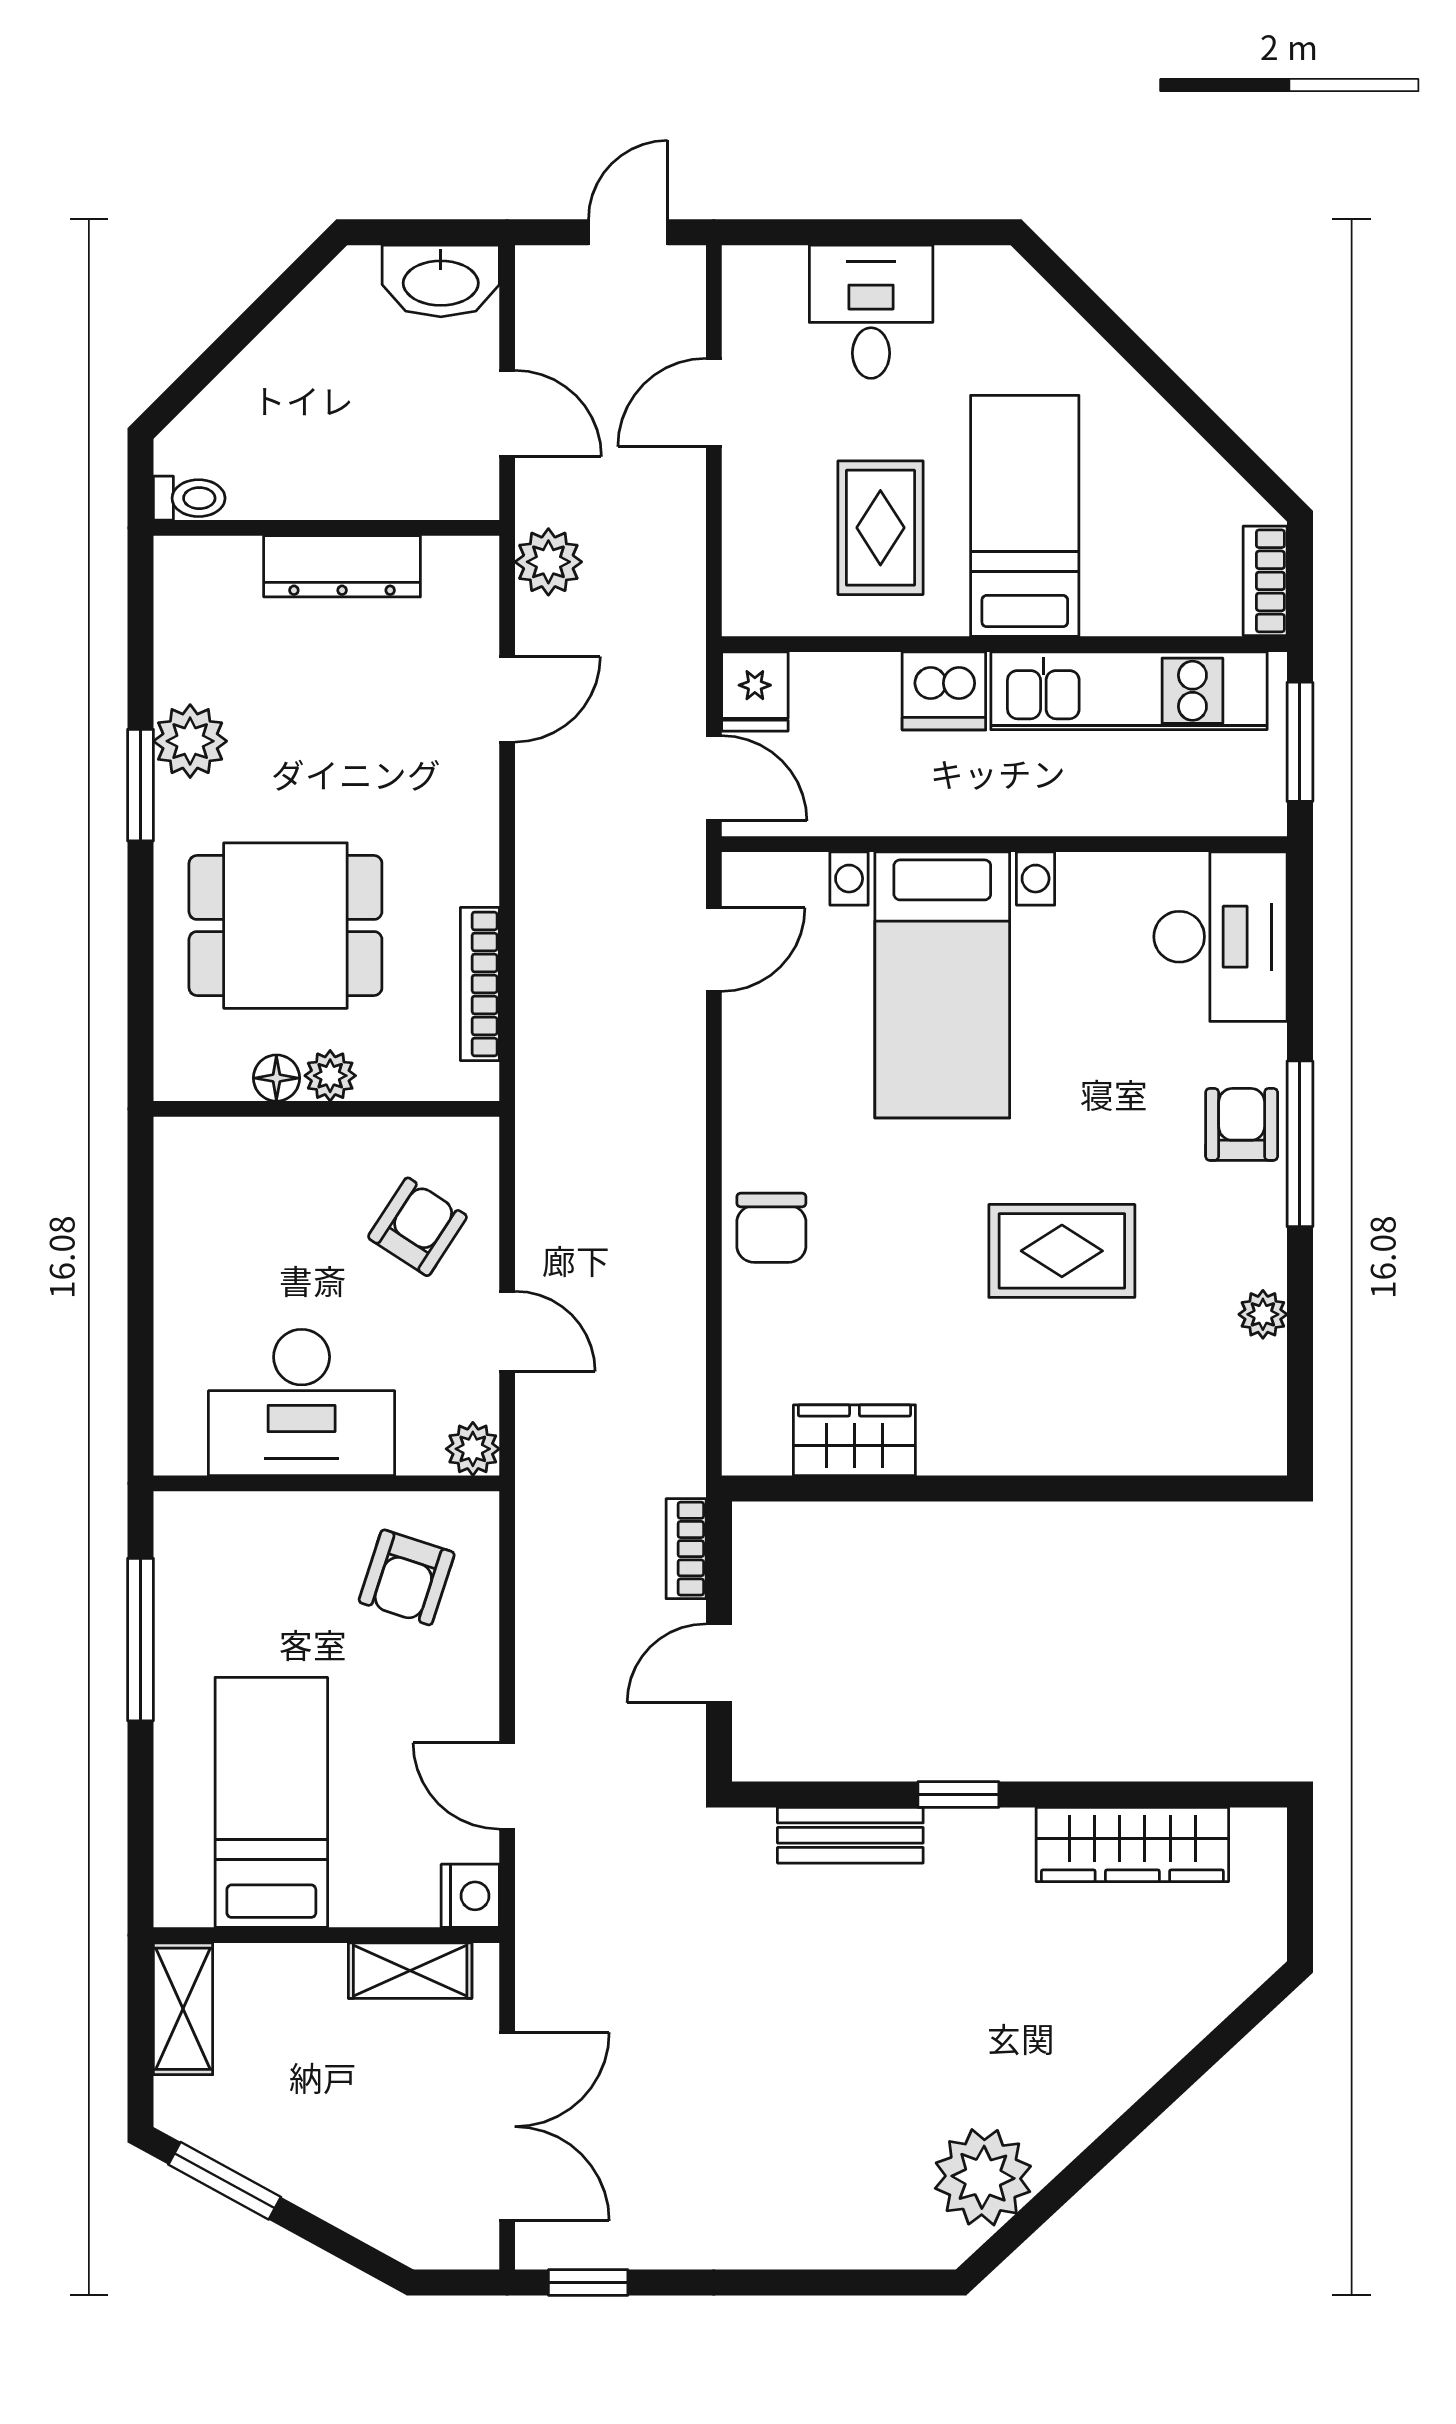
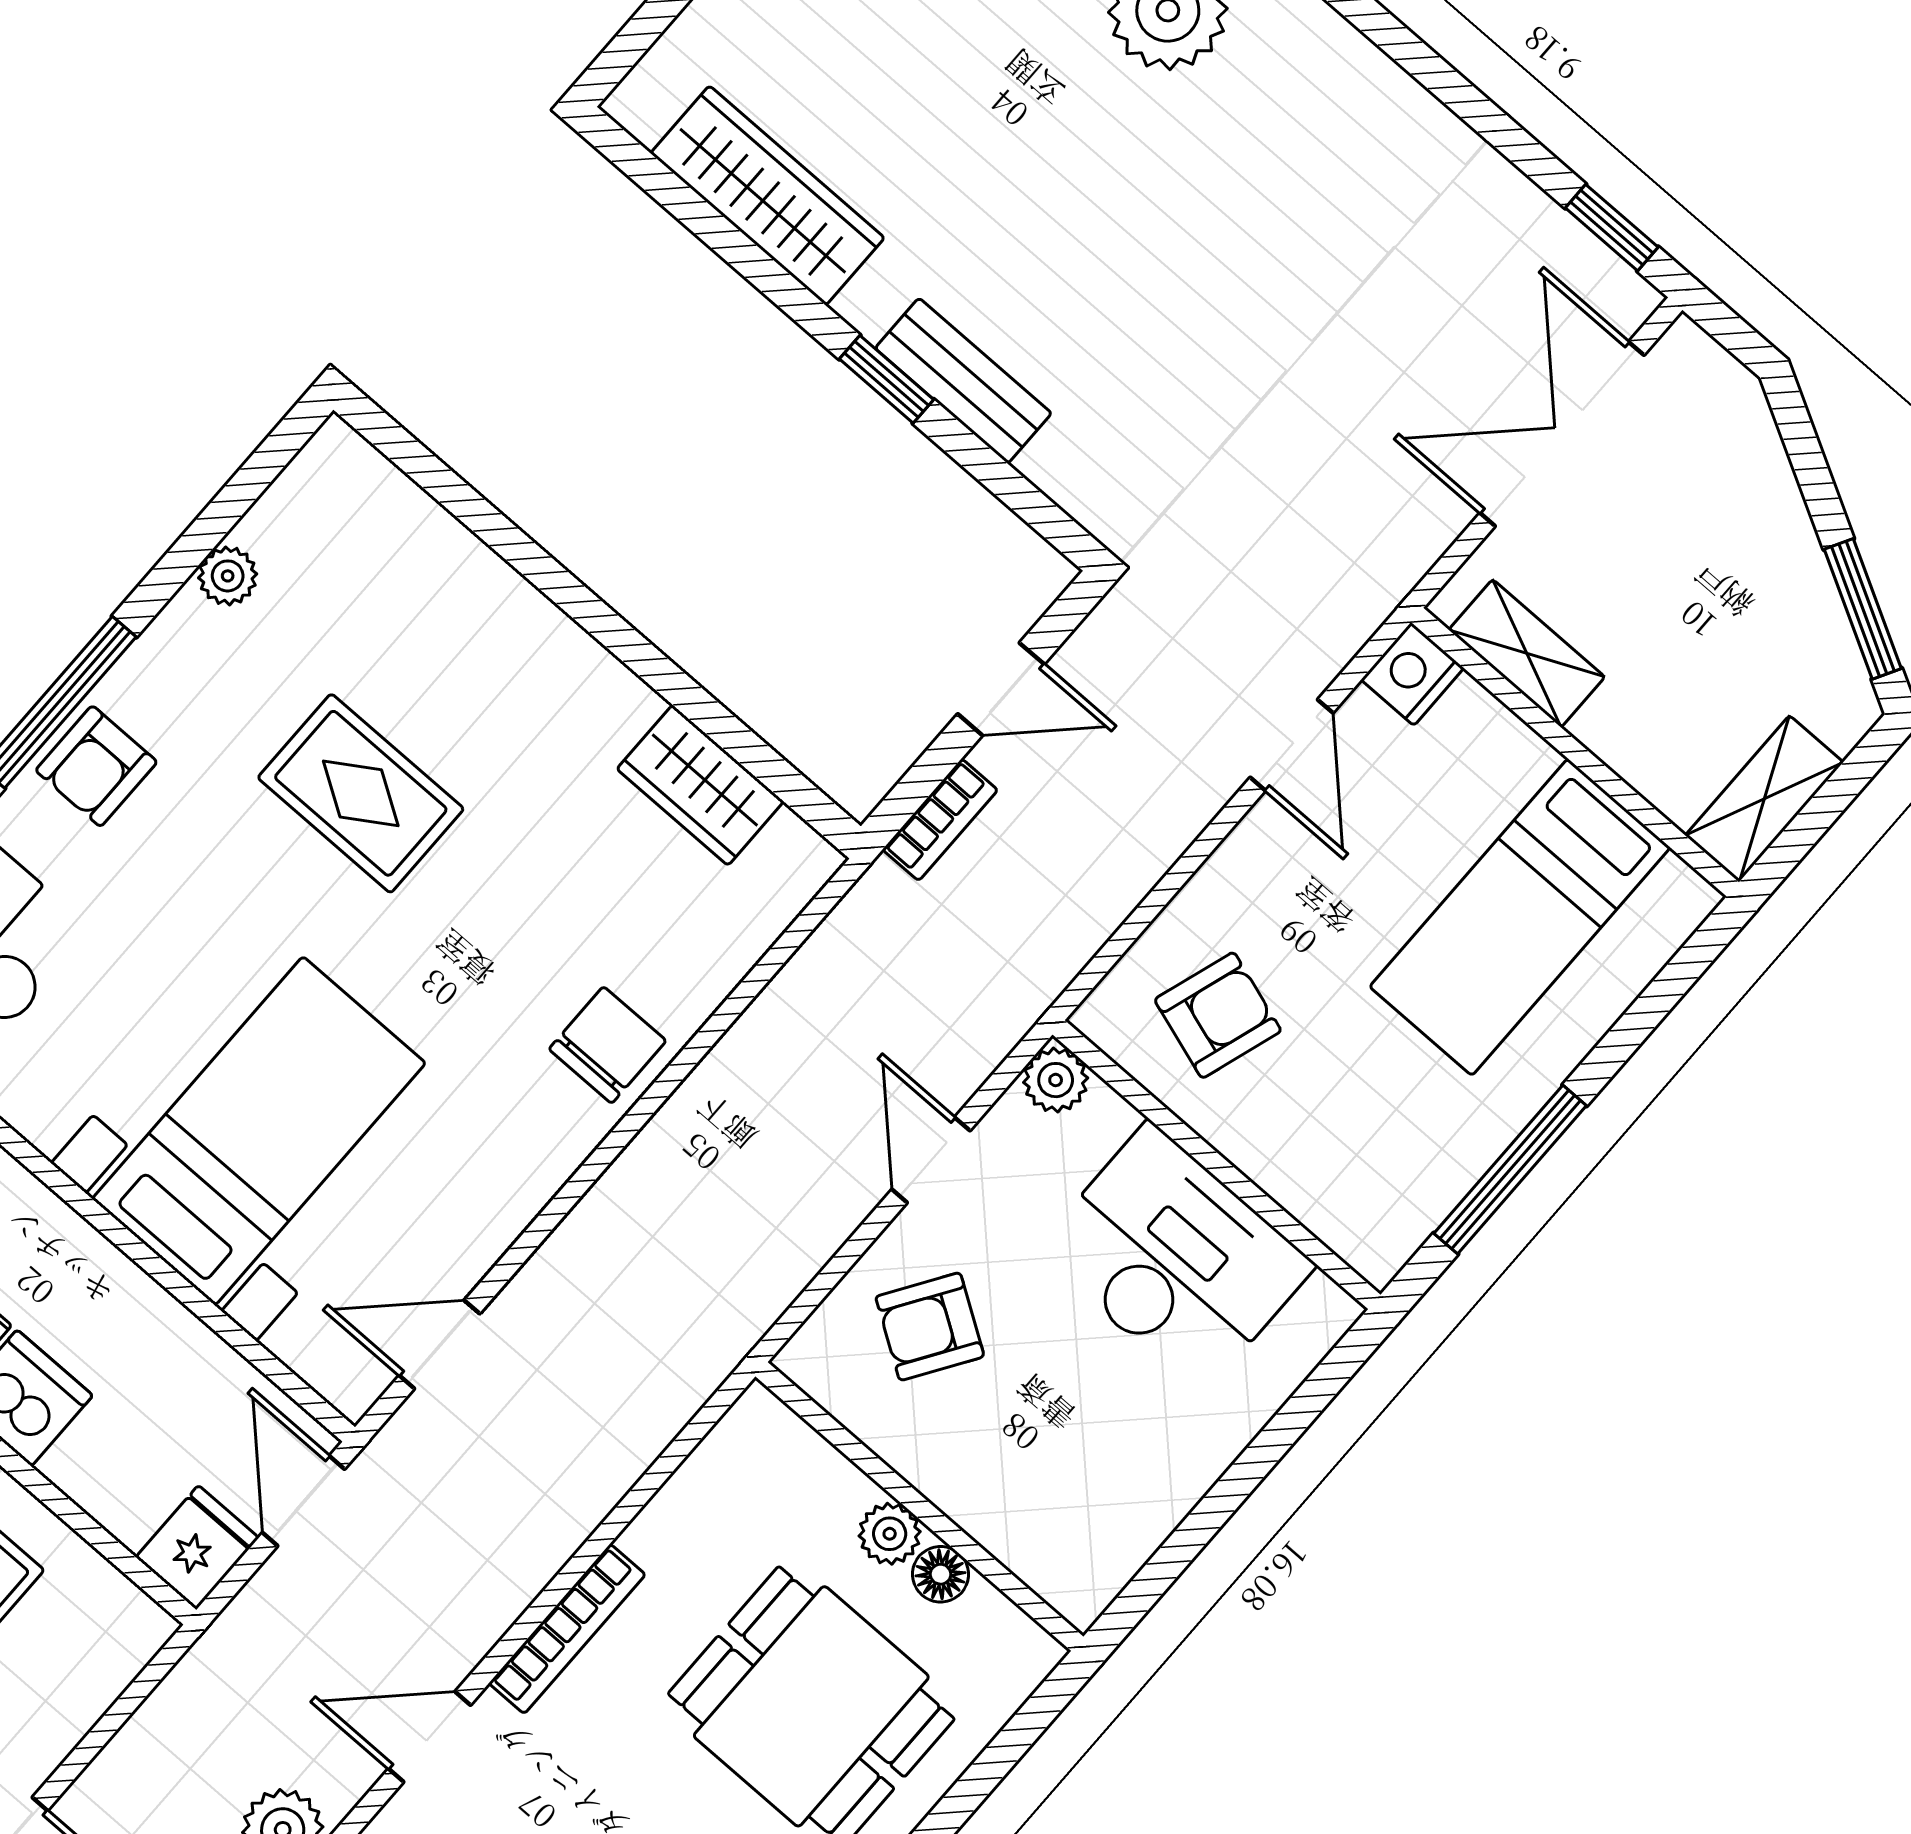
bookcase: (480, 984) -> (567, 1629), moved
bench: (850, 1835) -> (963, 381), moved

